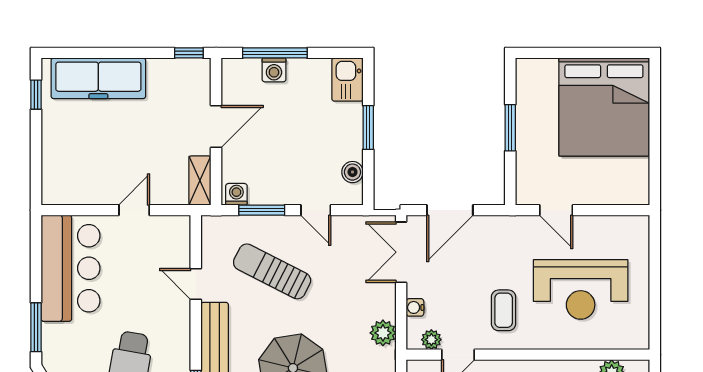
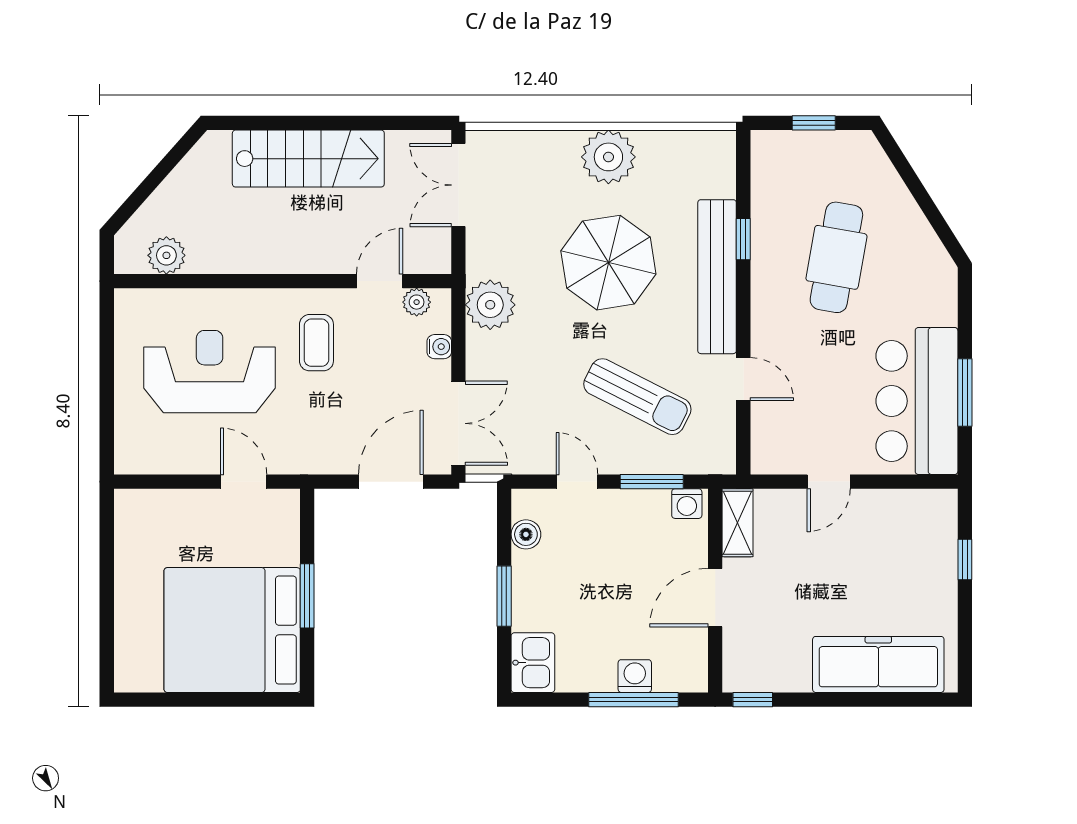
window: (36, 95) -> (965, 560), moved
bed: (604, 107) -> (232, 630), moved, turned -90
window: (36, 327) -> (965, 392), moved
plant: (383, 333) -> (490, 305), width x1.36, depth x1.36

